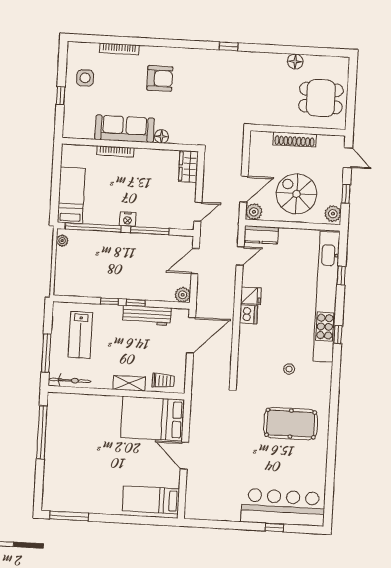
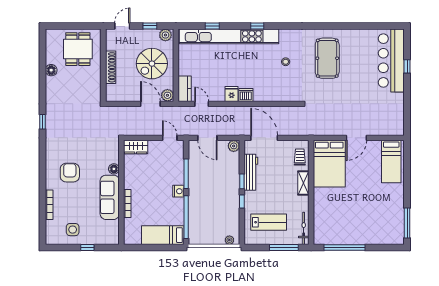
plant: (62, 241) -> (229, 240), moved

